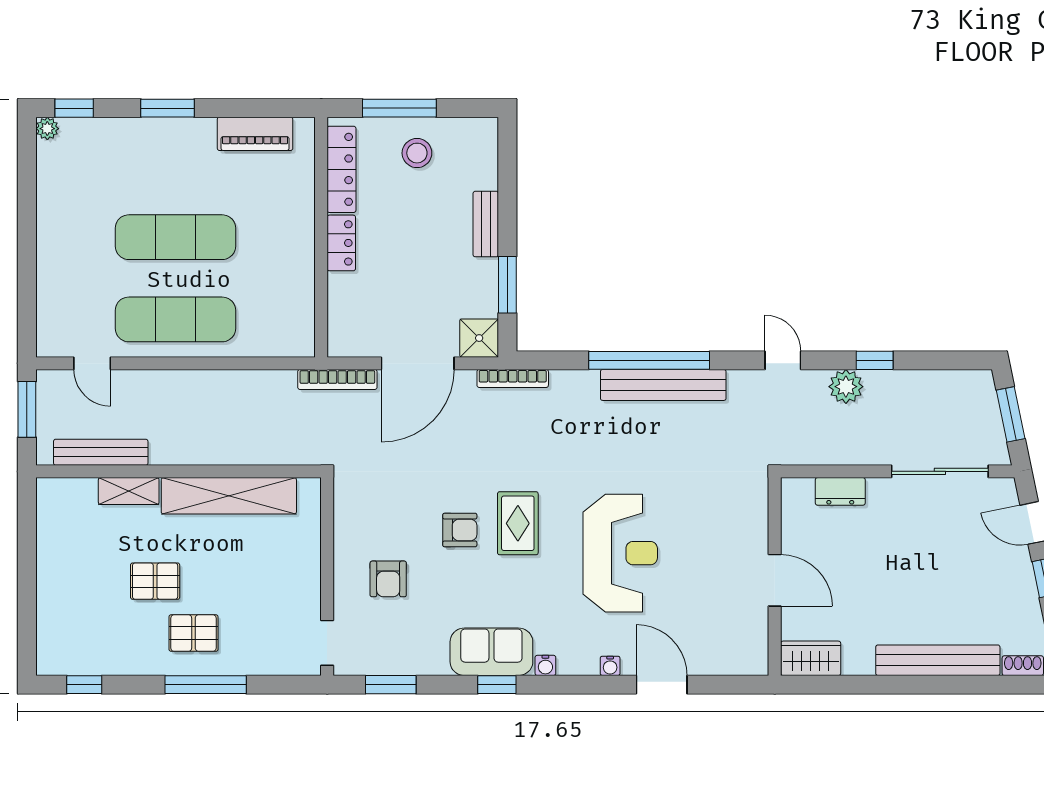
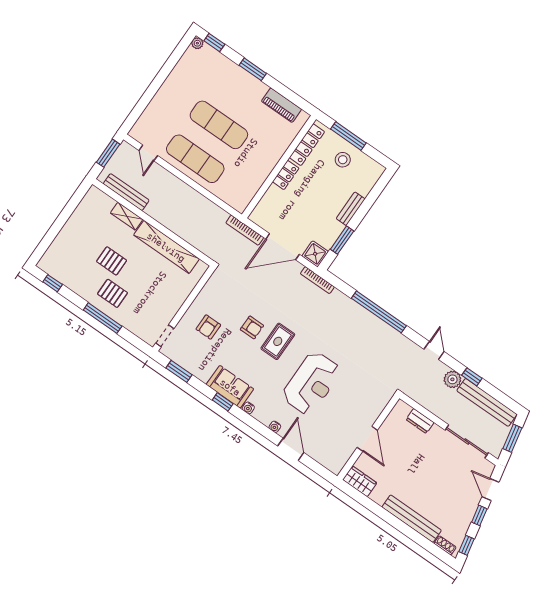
bench: (663, 385) -> (487, 402), moved

